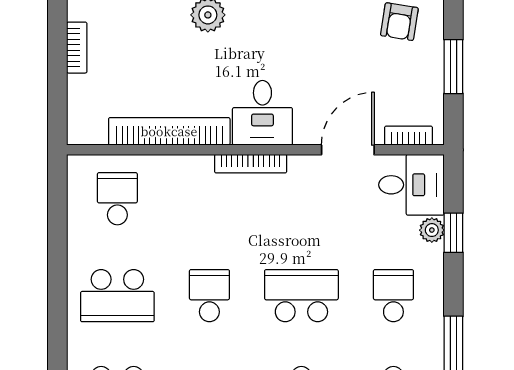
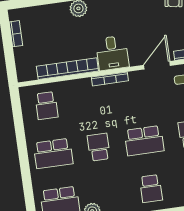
school desk: (117, 199) -> (46, 106), turned 180
school desk: (301, 296) -> (144, 141), turned 180

